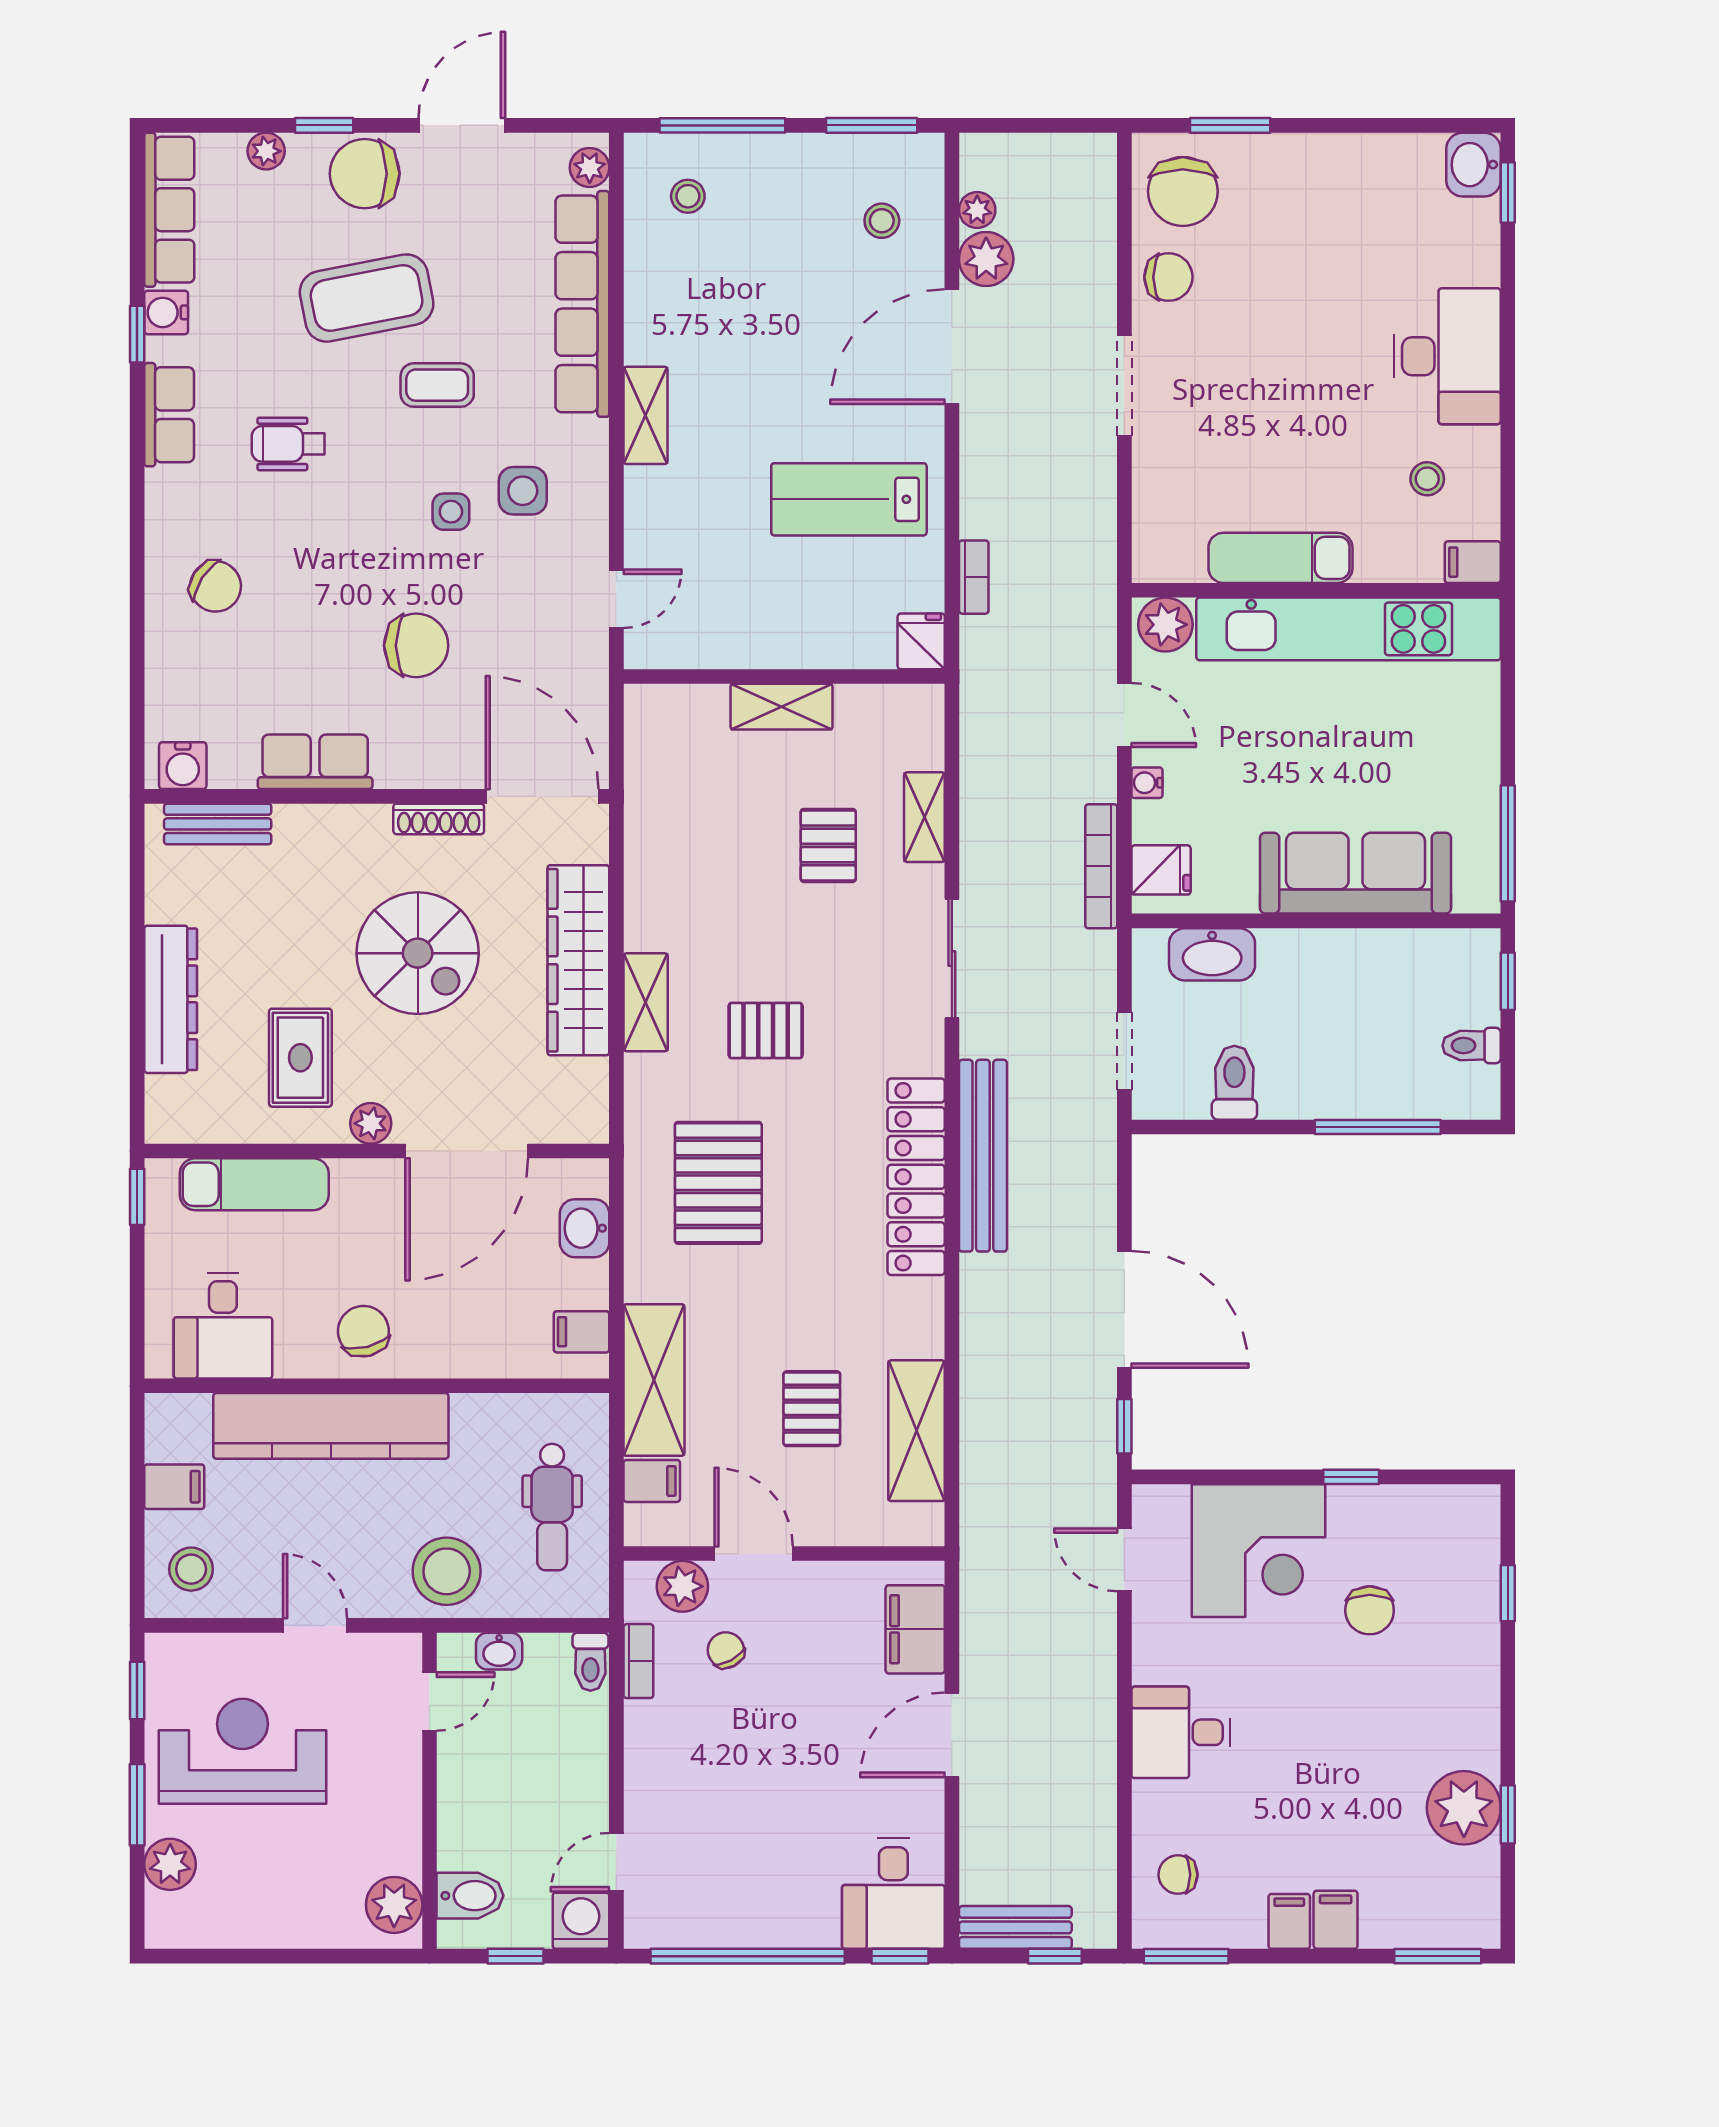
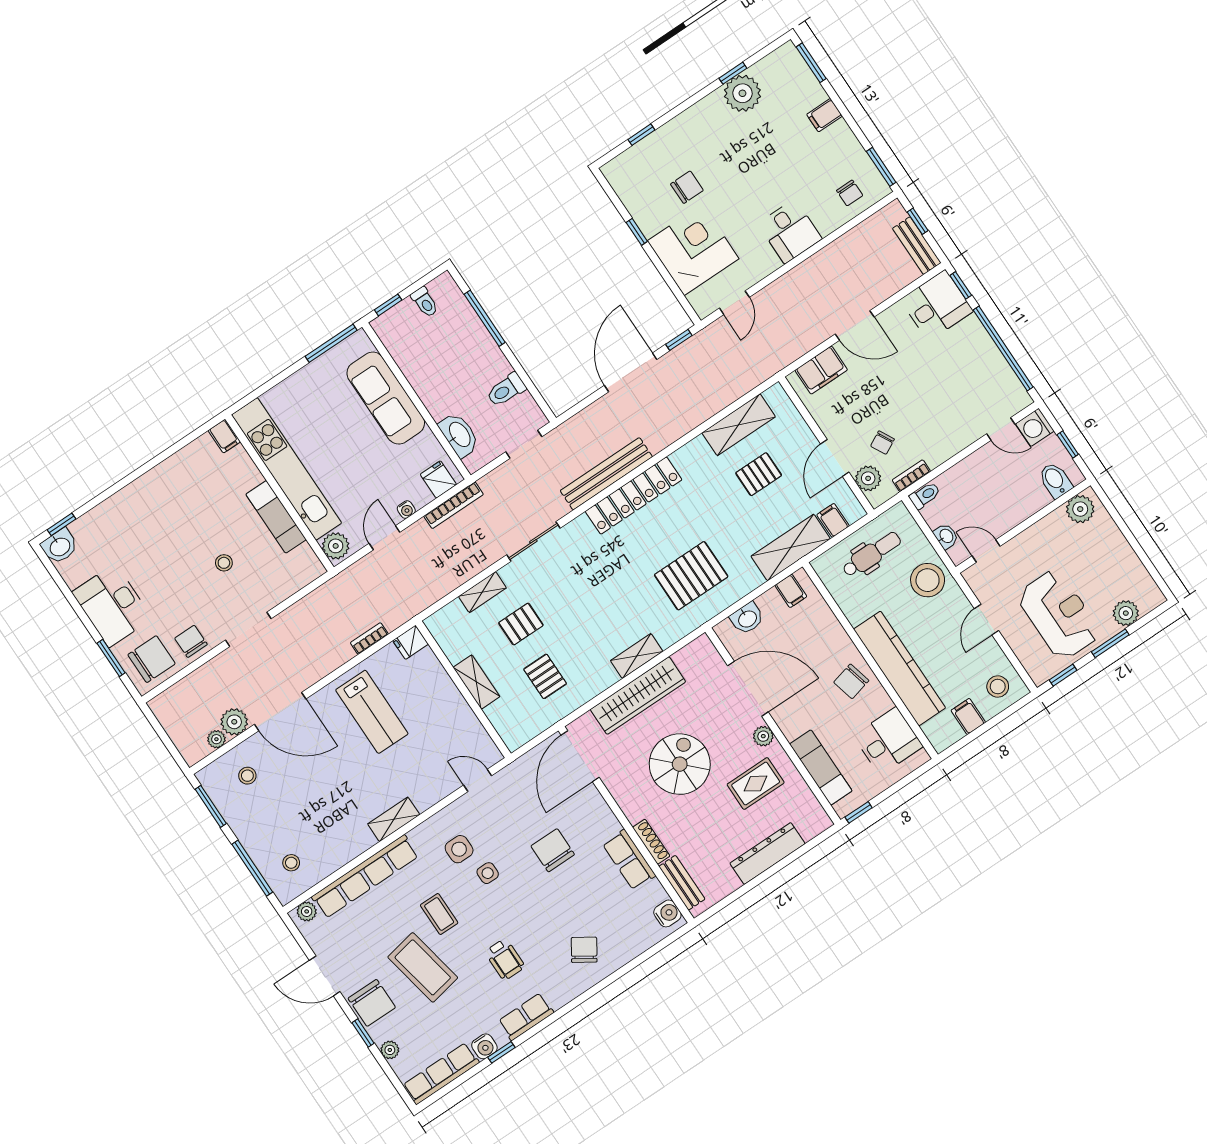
desk: (1447, 356) -> (112, 605), moved, turned -90
stool: (1427, 479) -> (224, 563), moved
shoe rack: (439, 819) -> (651, 842), moved
pallet: (766, 1031) -> (545, 676), moved
reception desk: (242, 1751) -> (1059, 615), turned 180
filing cabinet: (1289, 1921) -> (838, 134), removed

